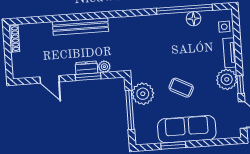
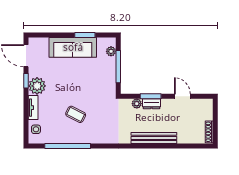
floor lamp: (194, 19) -> (61, 138), removed
coffee table: (181, 88) -> (76, 114), moved
plant: (143, 94) -> (111, 51), moved, width x0.53, depth x0.53

